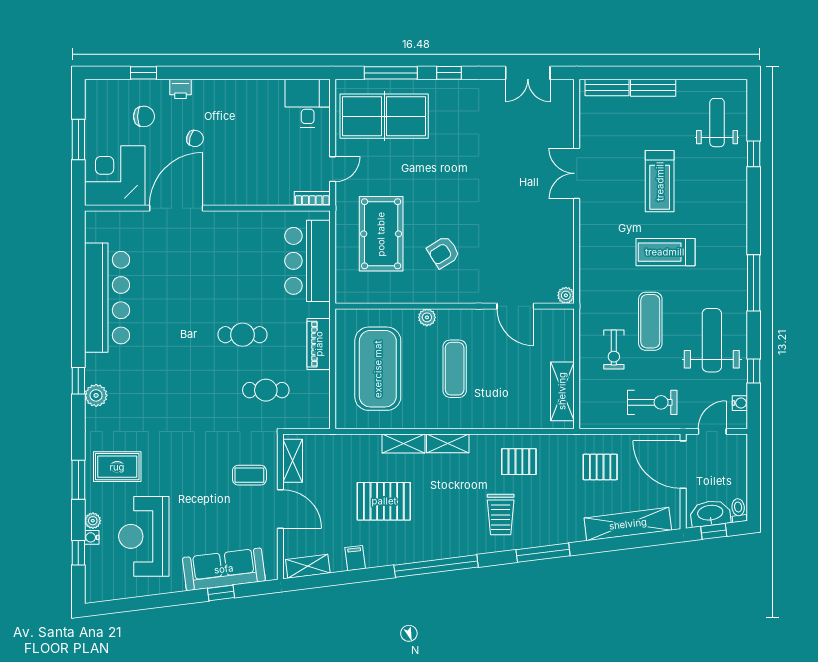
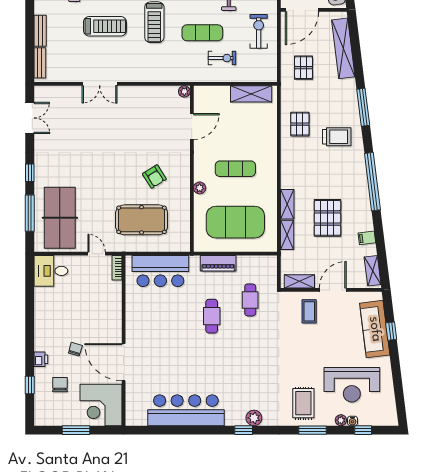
shelving: (448, 443) -> (287, 235), moved

